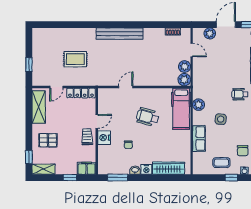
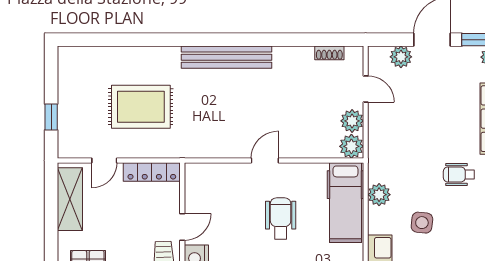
rug: (75, 59) -> (141, 107), width x1.36, depth x1.43
door: (126, 87) -> (265, 161), moved
wheelchair: (148, 117) -> (281, 218), turned 75

